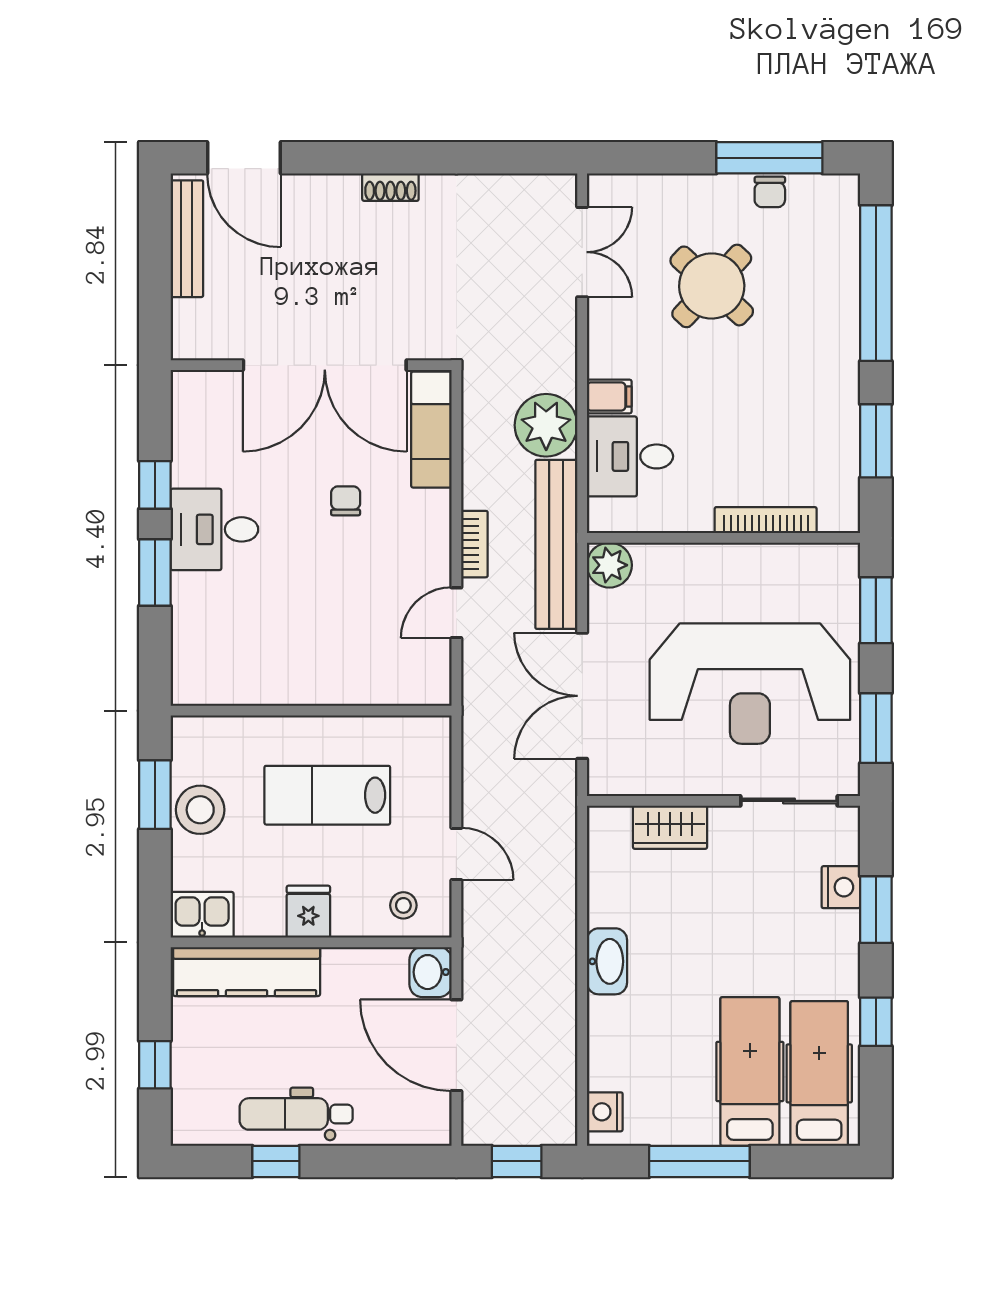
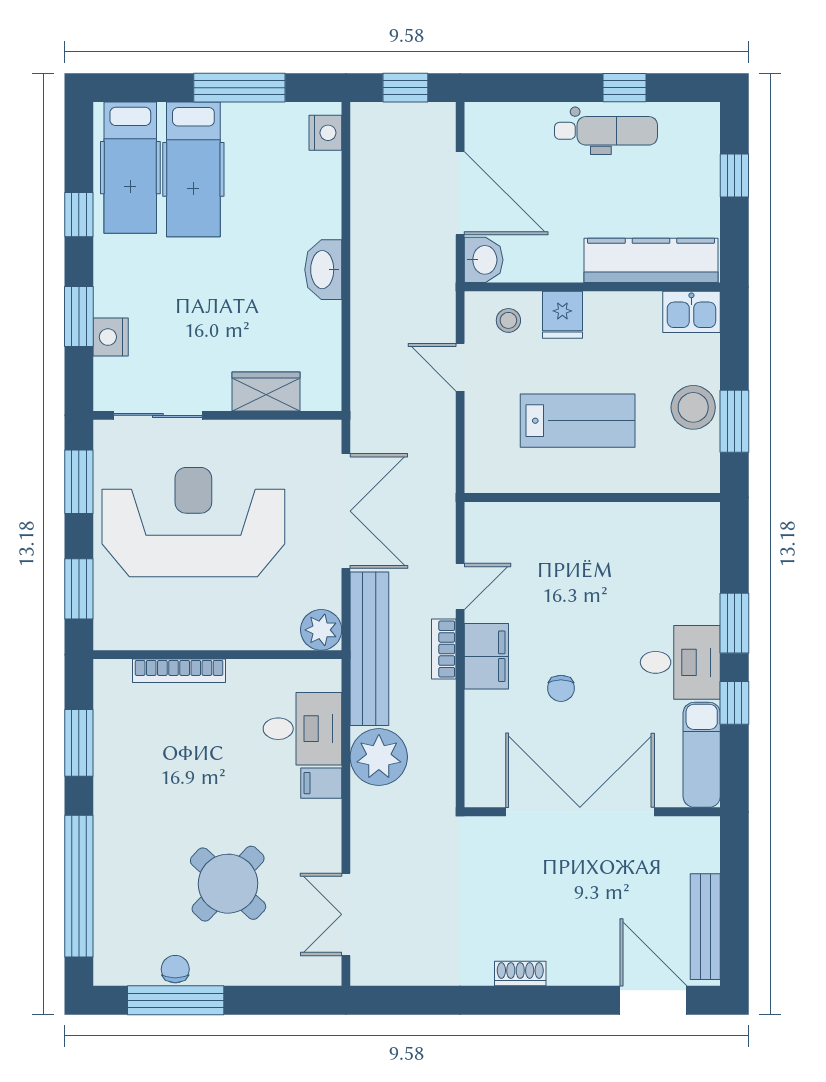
exam couch: (431, 430) -> (702, 755), moved, turned 180
filing cabinet: (428, 536) -> (486, 656), added
fridge: (308, 912) -> (562, 315), moved

